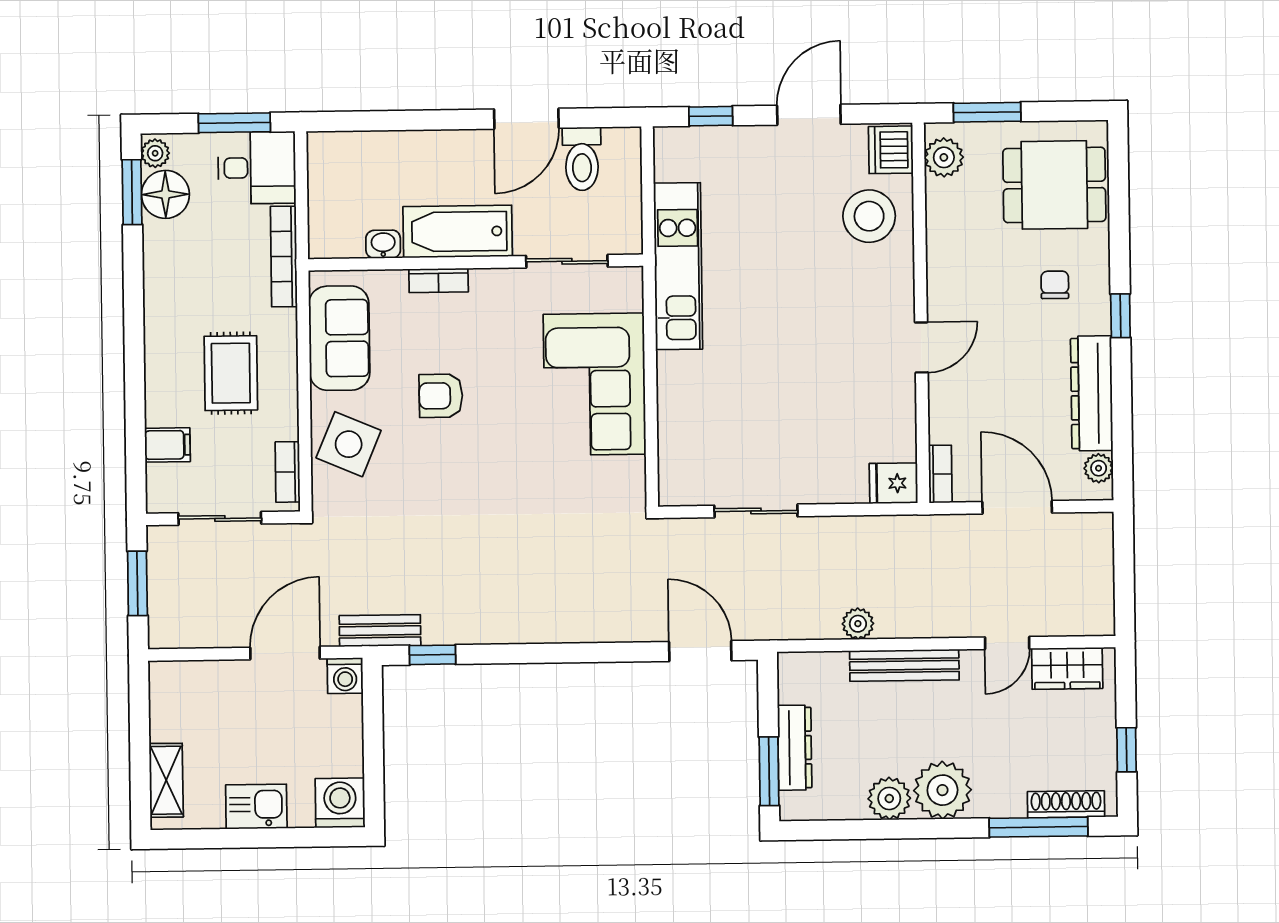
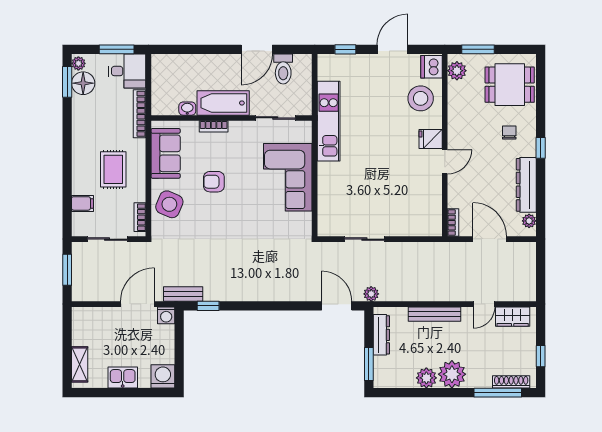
fridge: (894, 483) -> (431, 139), moved
plant: (858, 624) -> (371, 294), moved
dresser: (795, 748) -> (381, 335), moved

